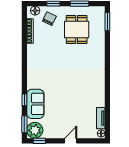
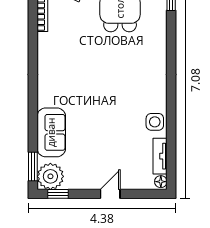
side table: (97, 98) -> (155, 122), added
window: (24, 100) -> (33, 126), removed

